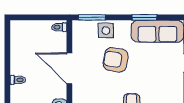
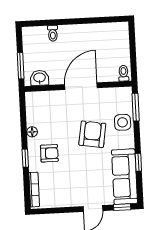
window: (144, 17) -> (138, 162), width x0.67
toilet: (18, 80) -> (53, 33), moved

